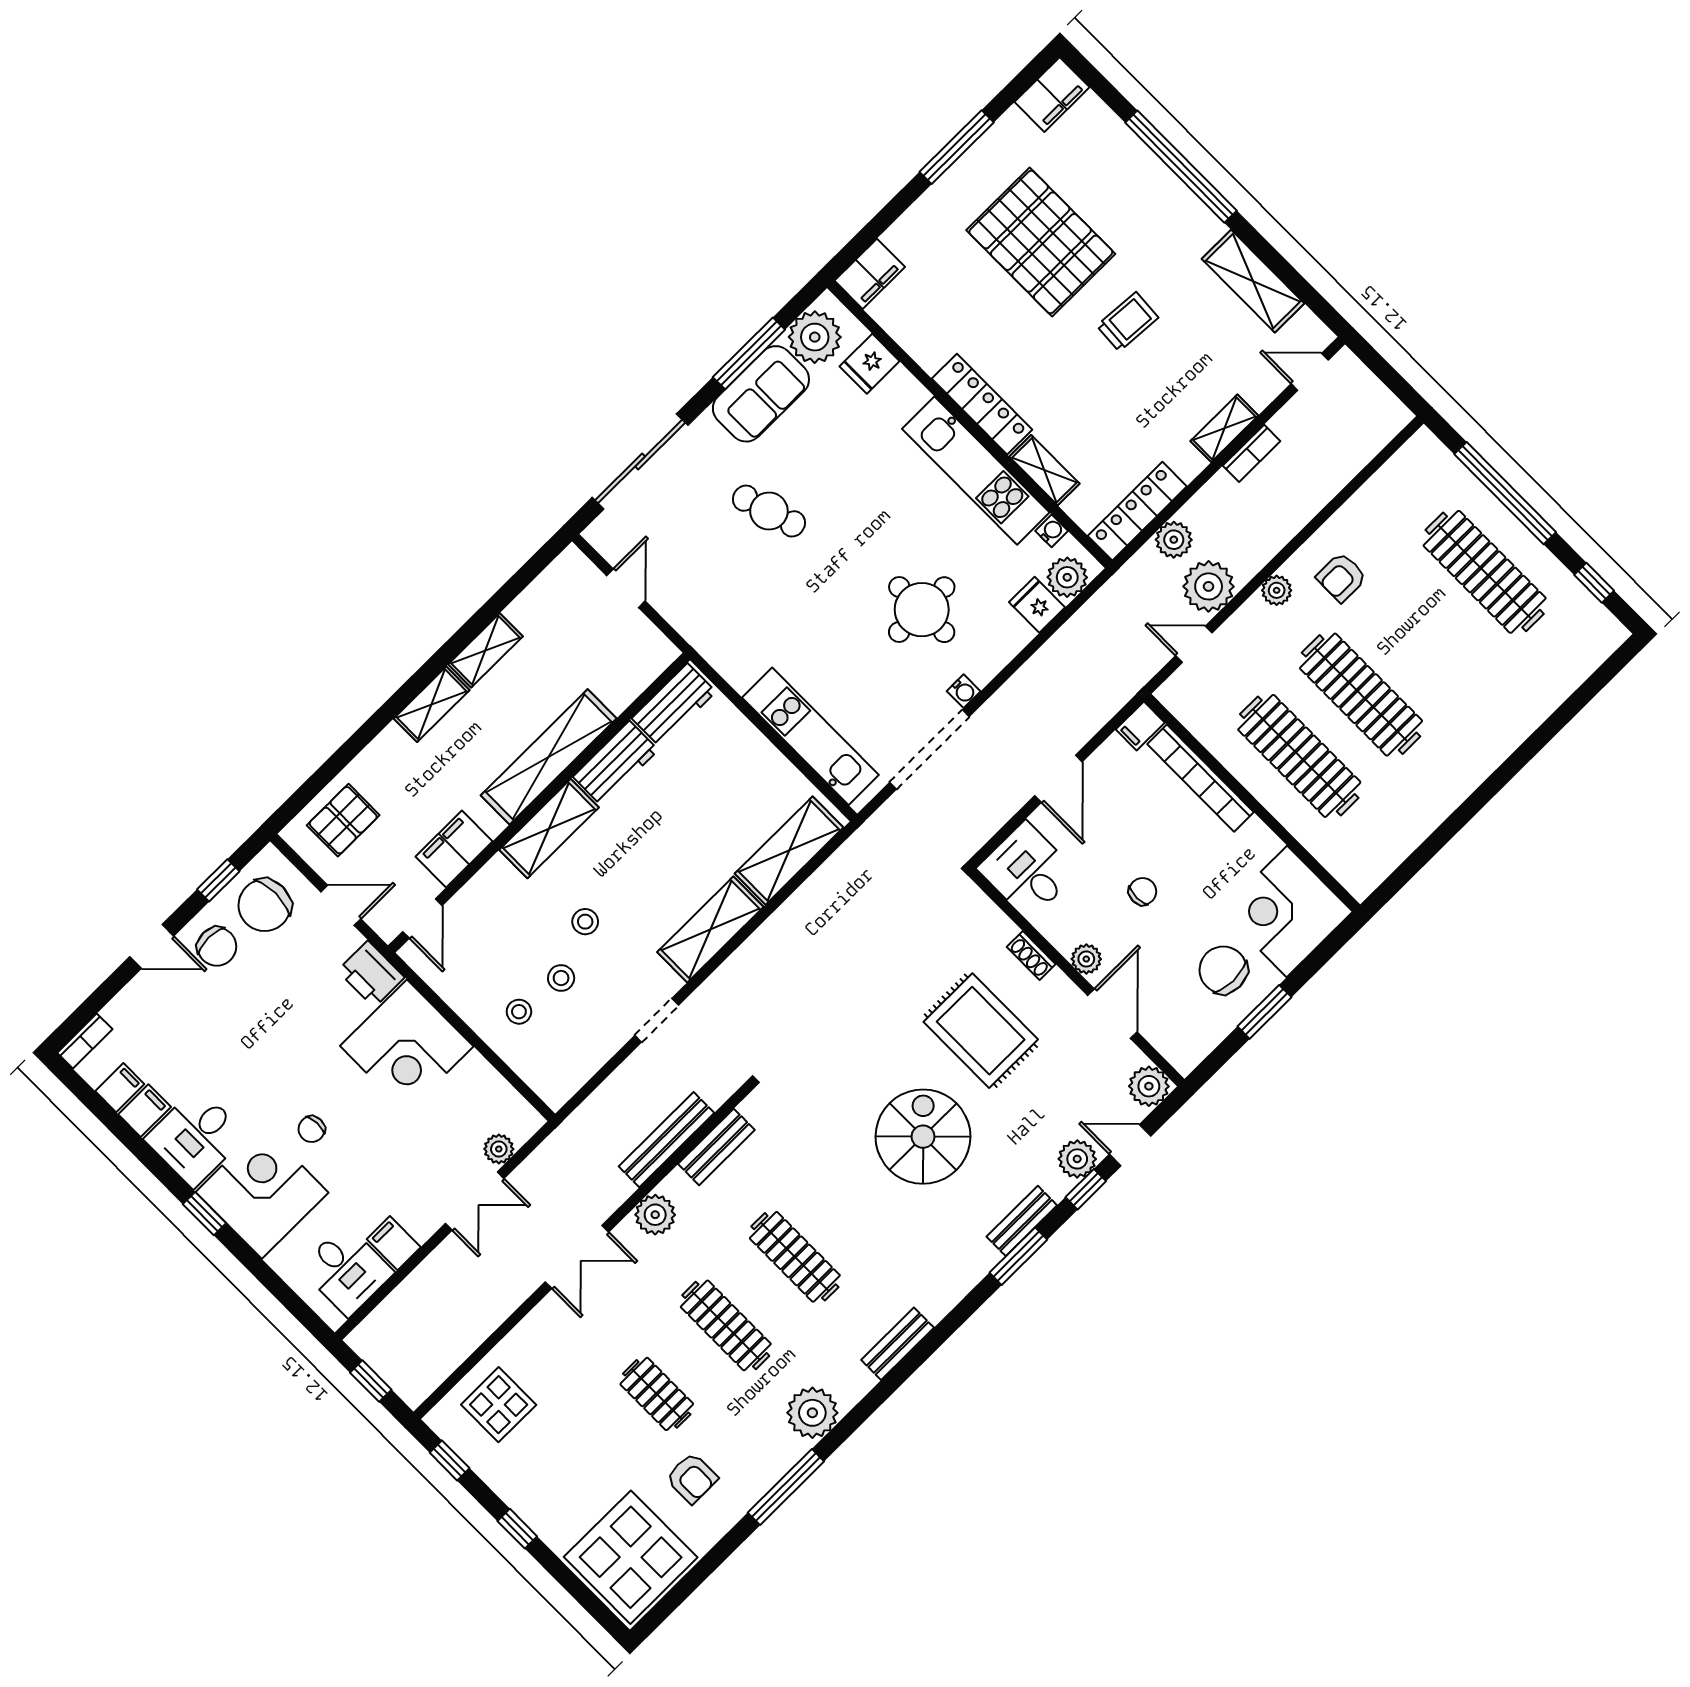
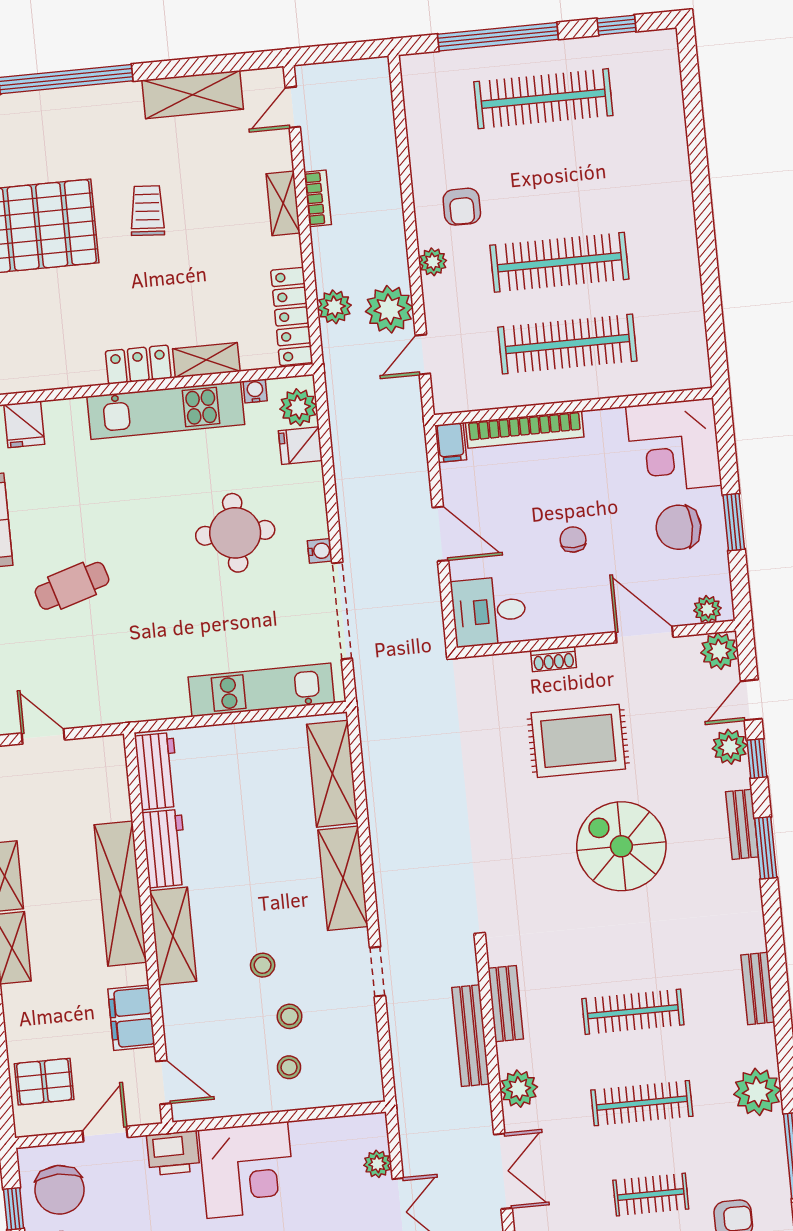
locker: (982, 404) -> (138, 365), width x0.66
pallet: (343, 820) -> (44, 1082), turned 90
plant: (1086, 959) -> (707, 609), moved

